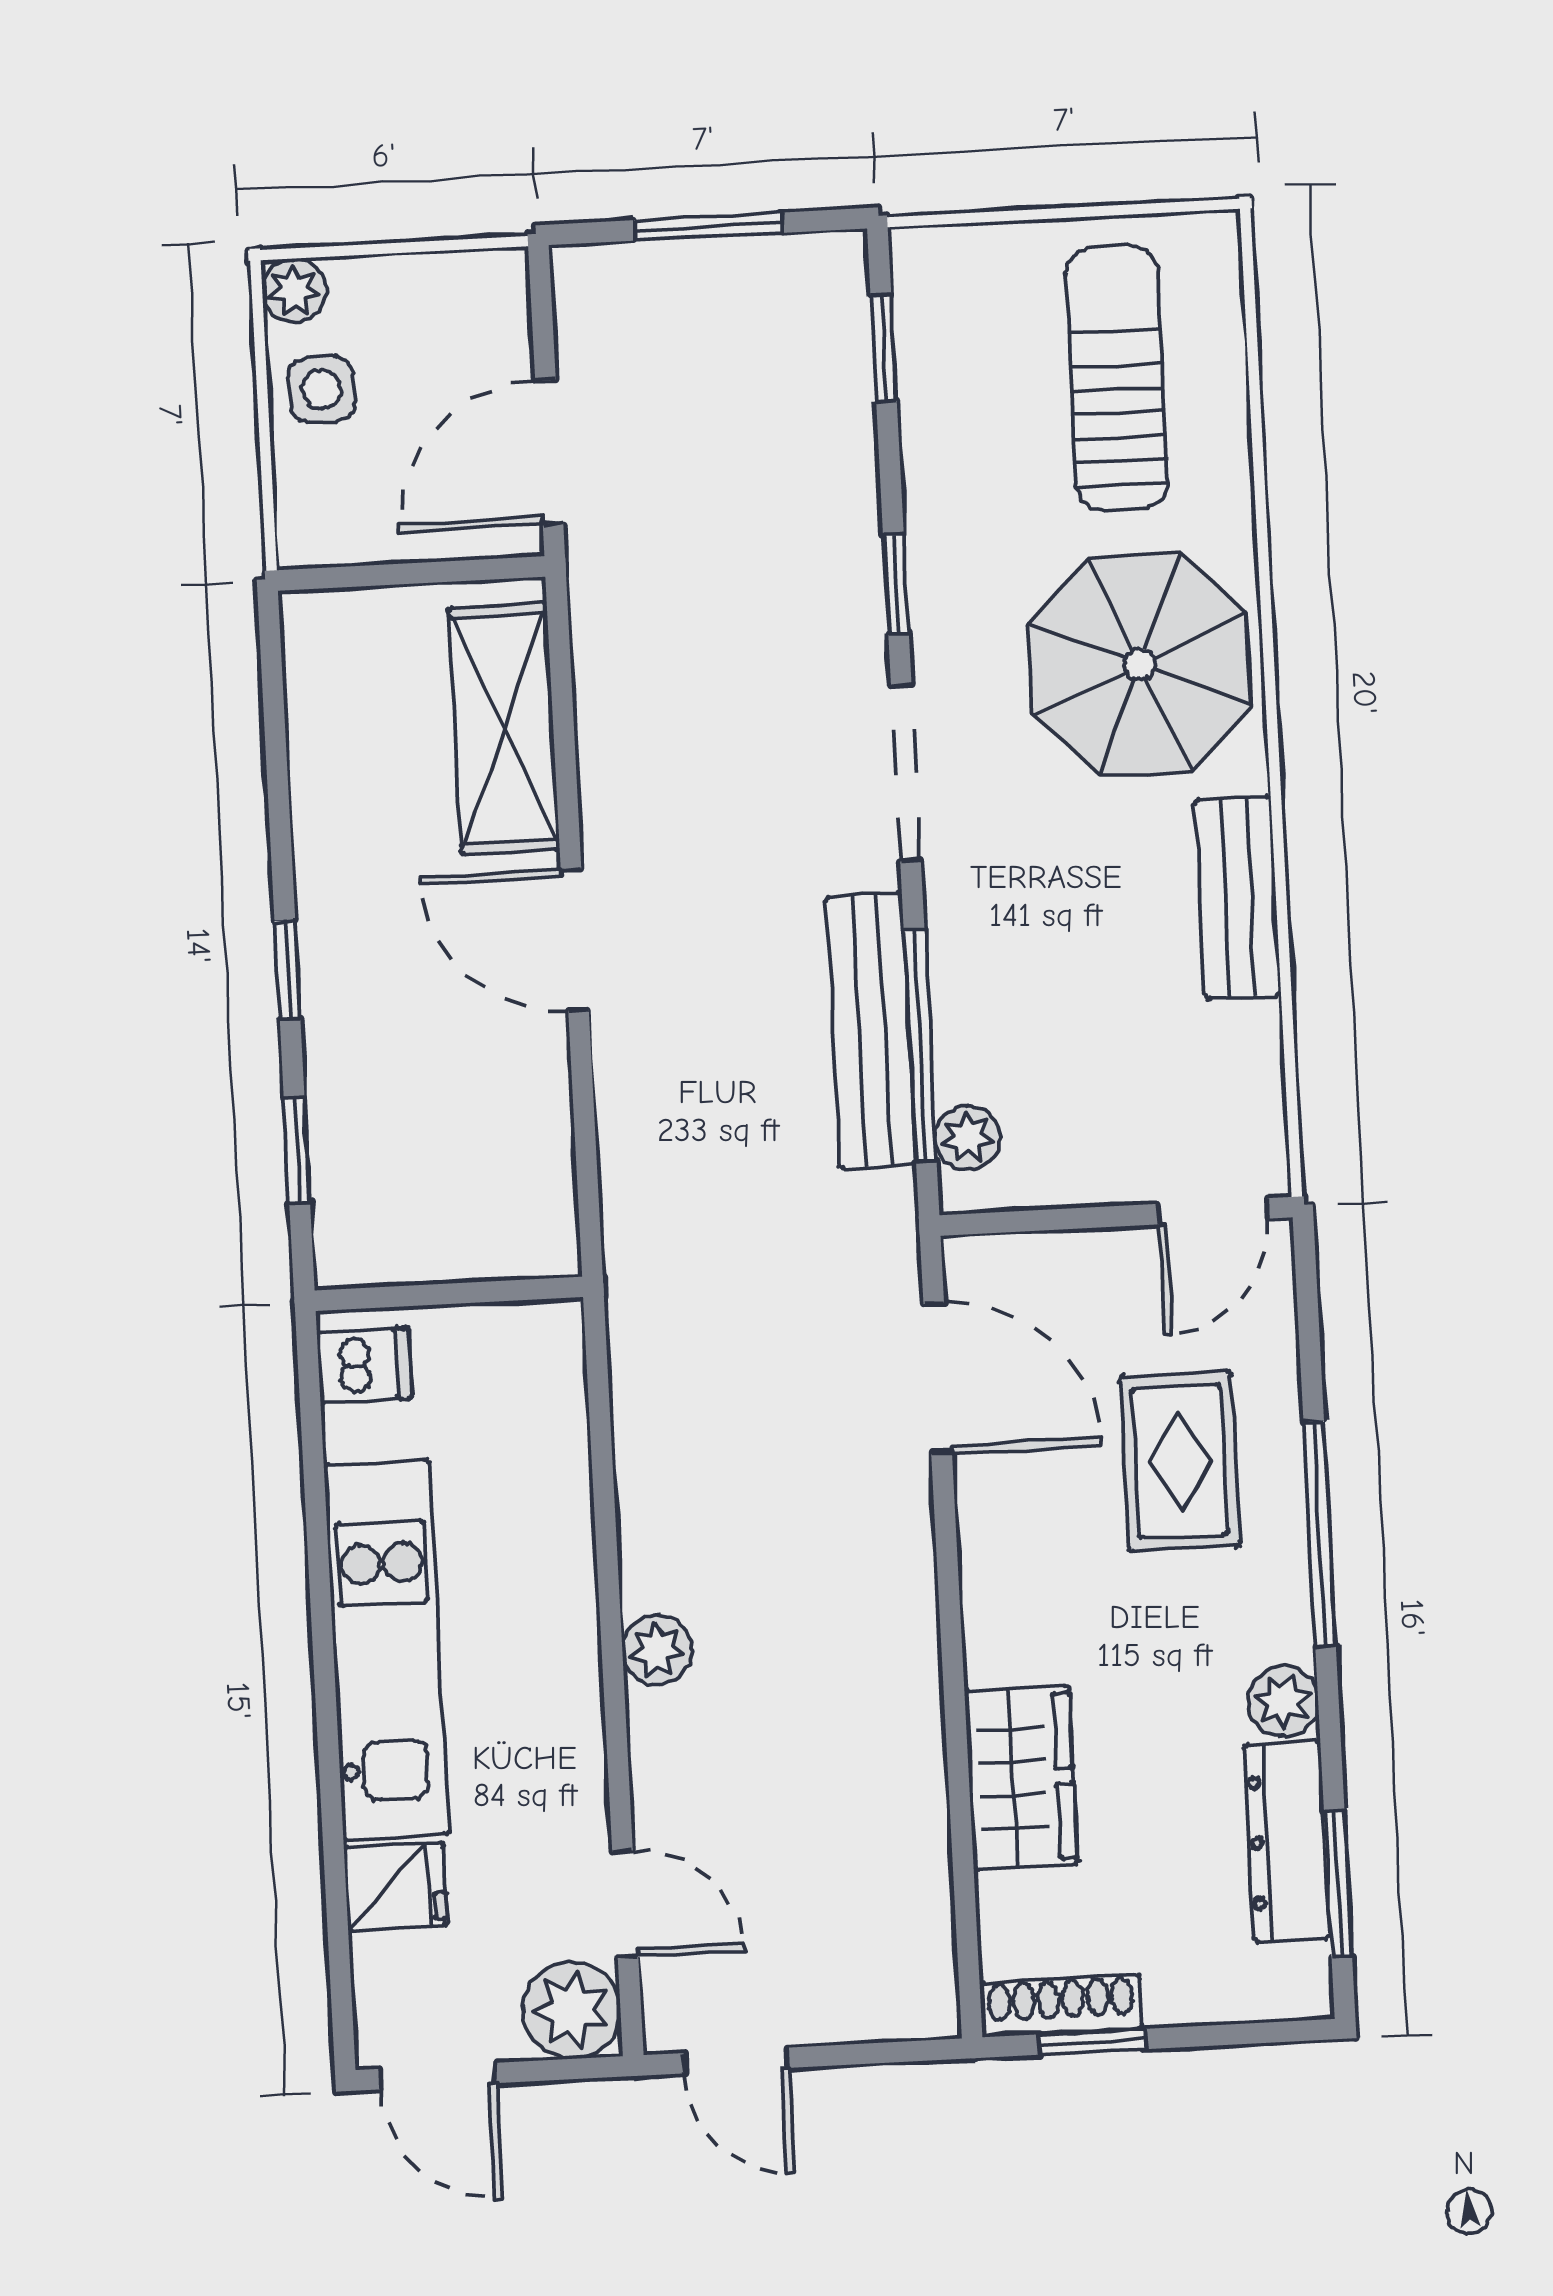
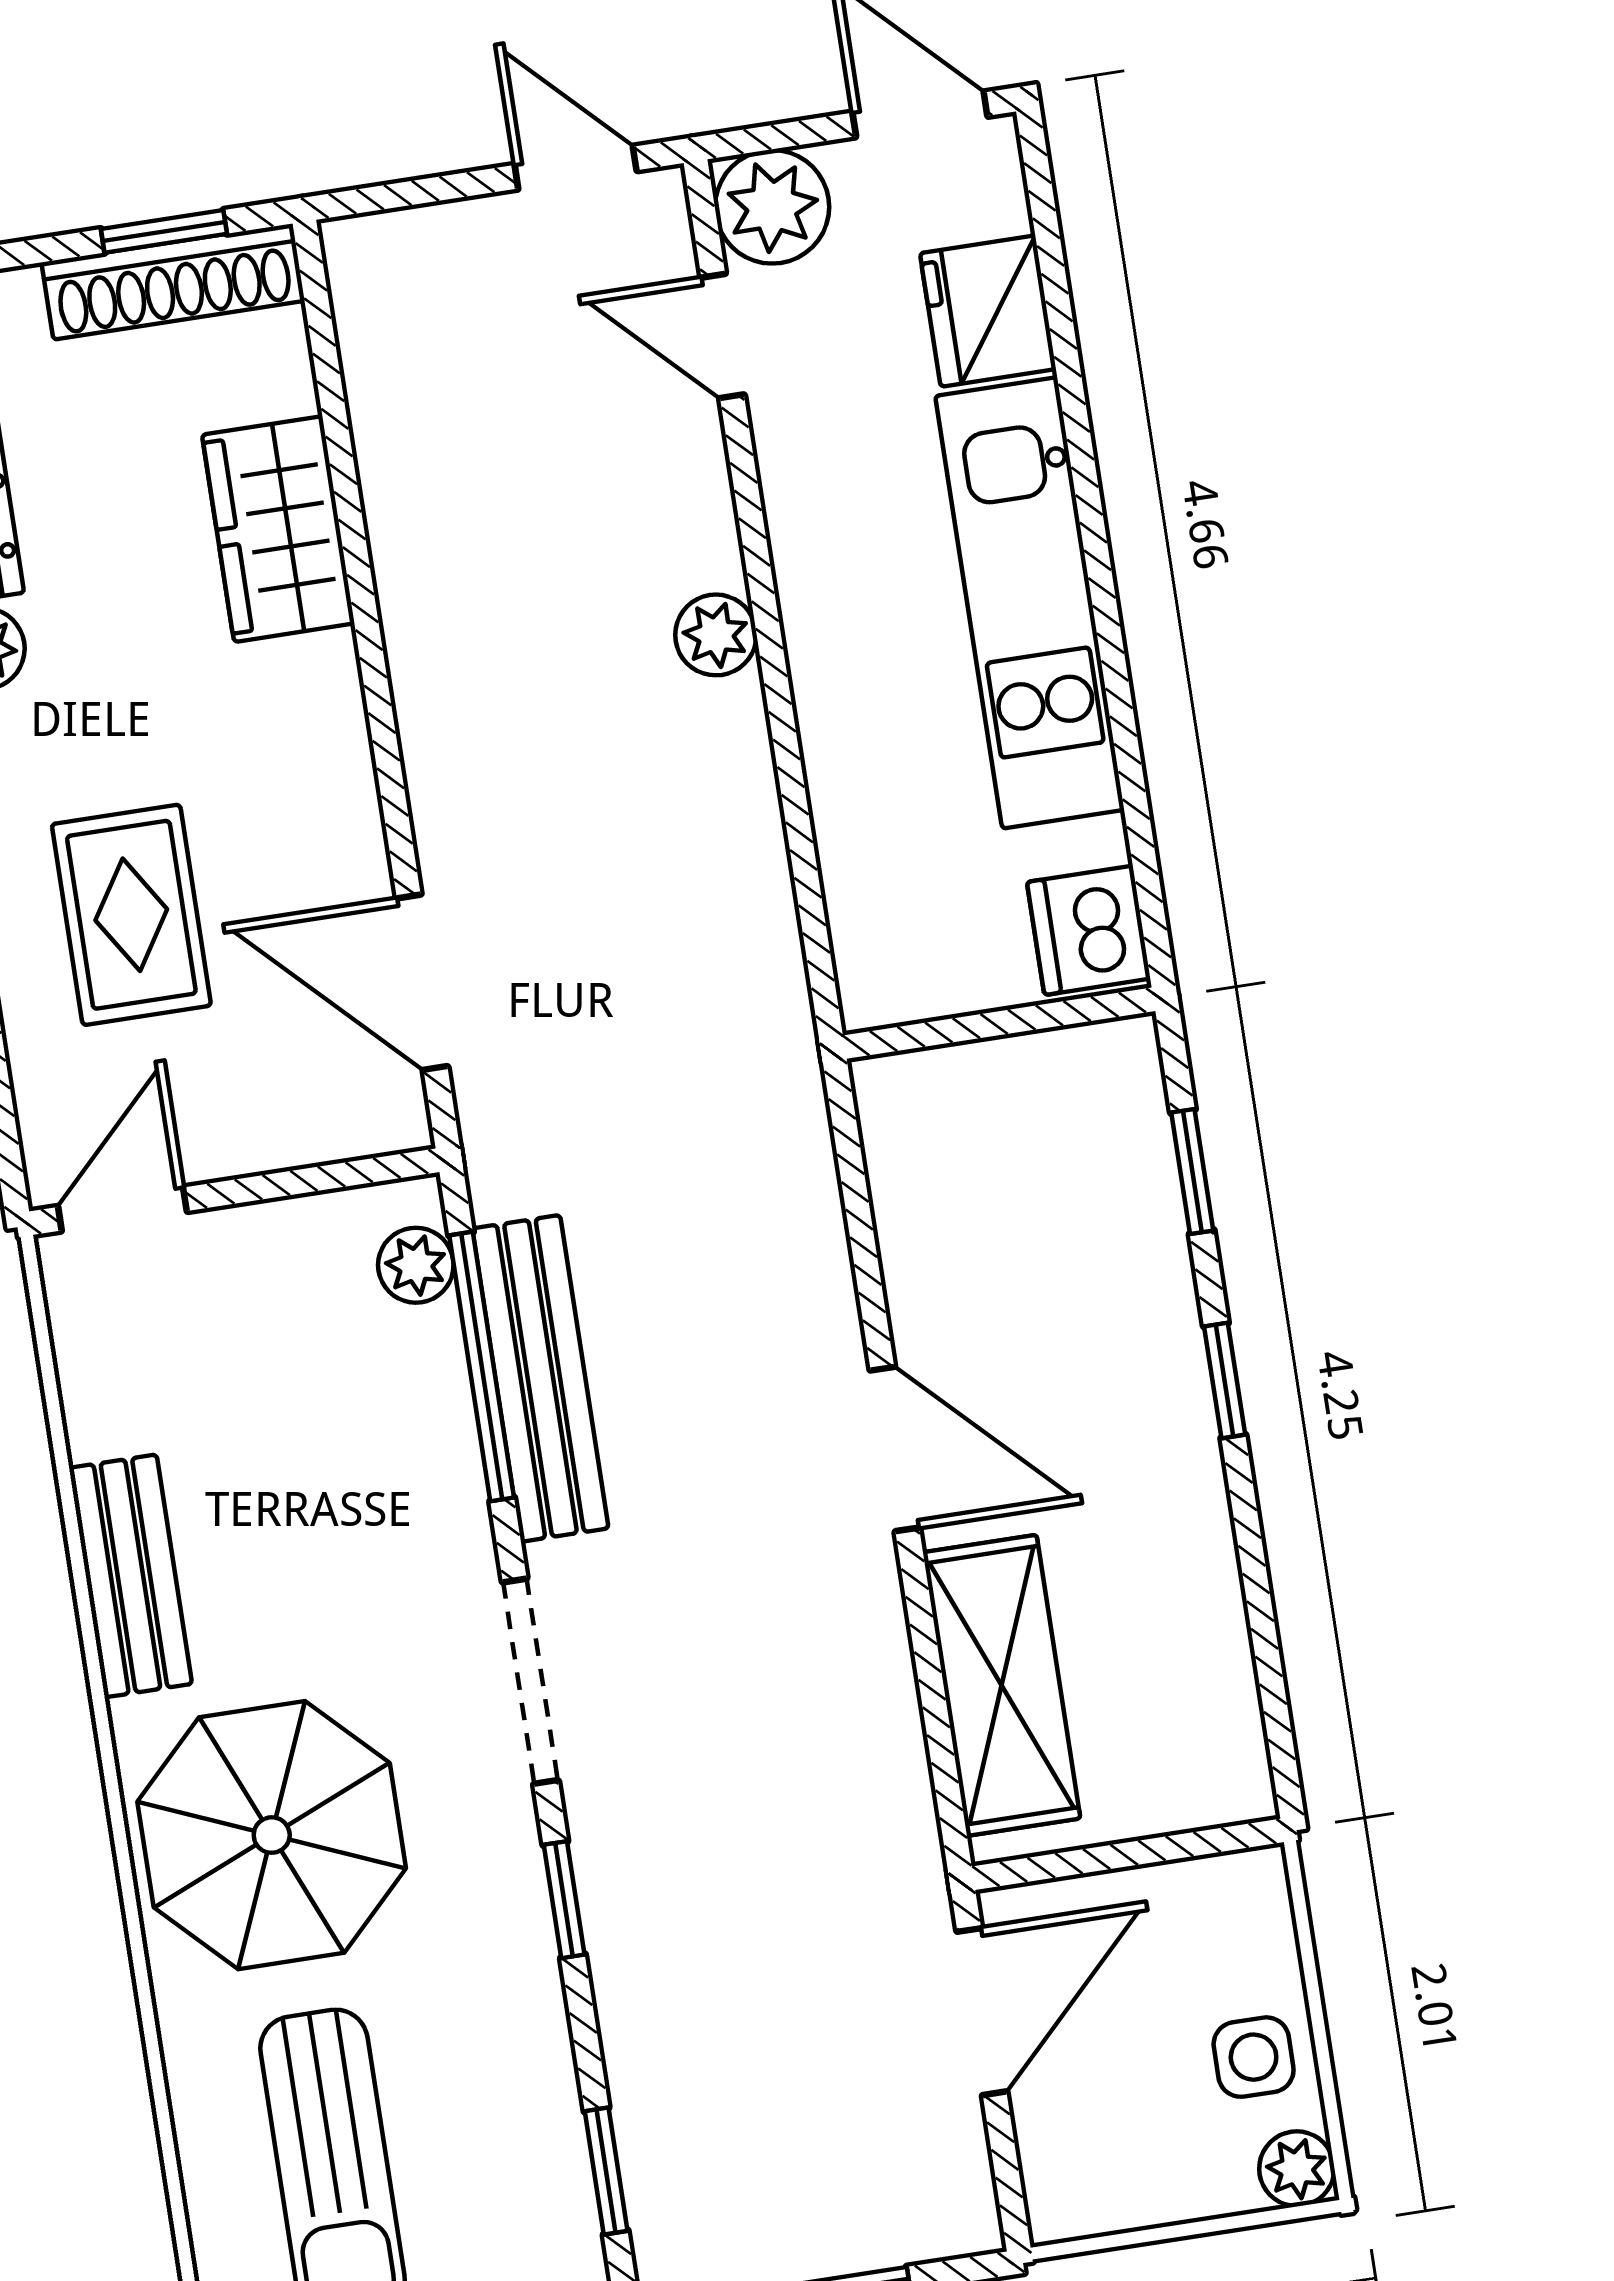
dishwasher: (364, 1365) -> (1089, 930), width x1.38
fridge: (396, 1886) -> (988, 311), width x1.38
shoe rack: (1061, 2006) -> (173, 282), width x1.36, depth x1.24

